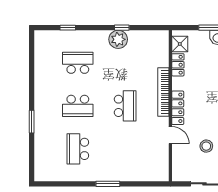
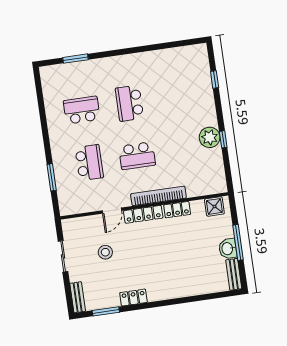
school desk: (78, 63) -> (89, 163), moved
locker: (178, 65) -> (177, 210), moved
window: (32, 122) -> (76, 59), moved
window: (108, 184) -> (52, 177), moved

